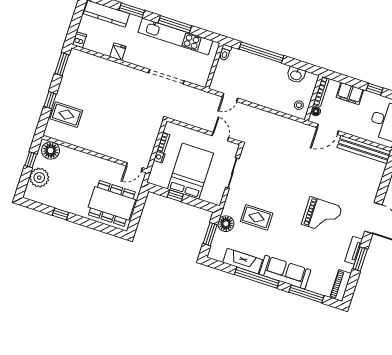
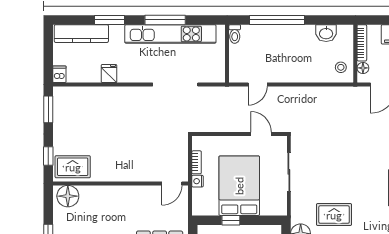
floor lamp: (51, 150) -> (68, 196), moved
wall: (95, 154) -> (120, 183), moved
door: (134, 167) -> (172, 183), moved

